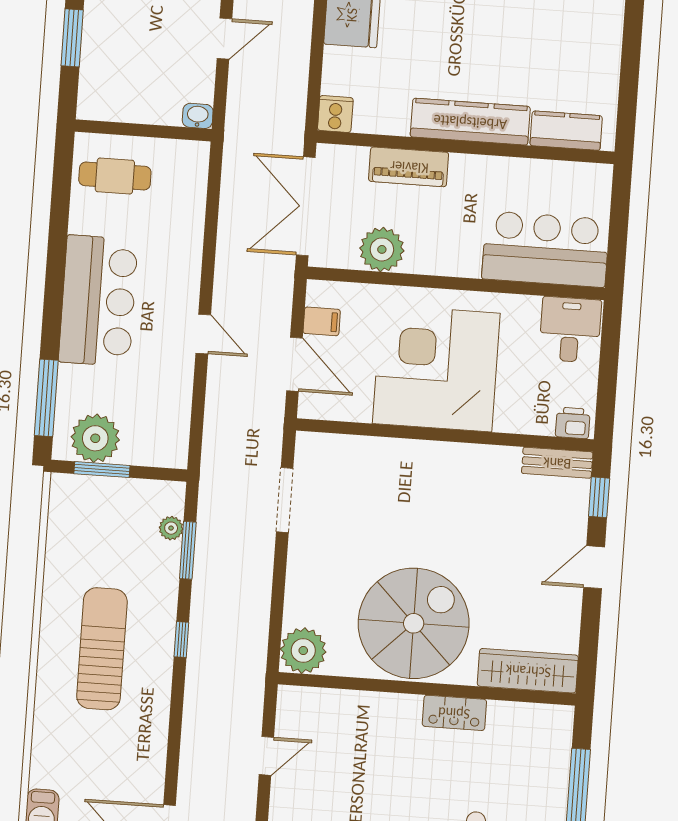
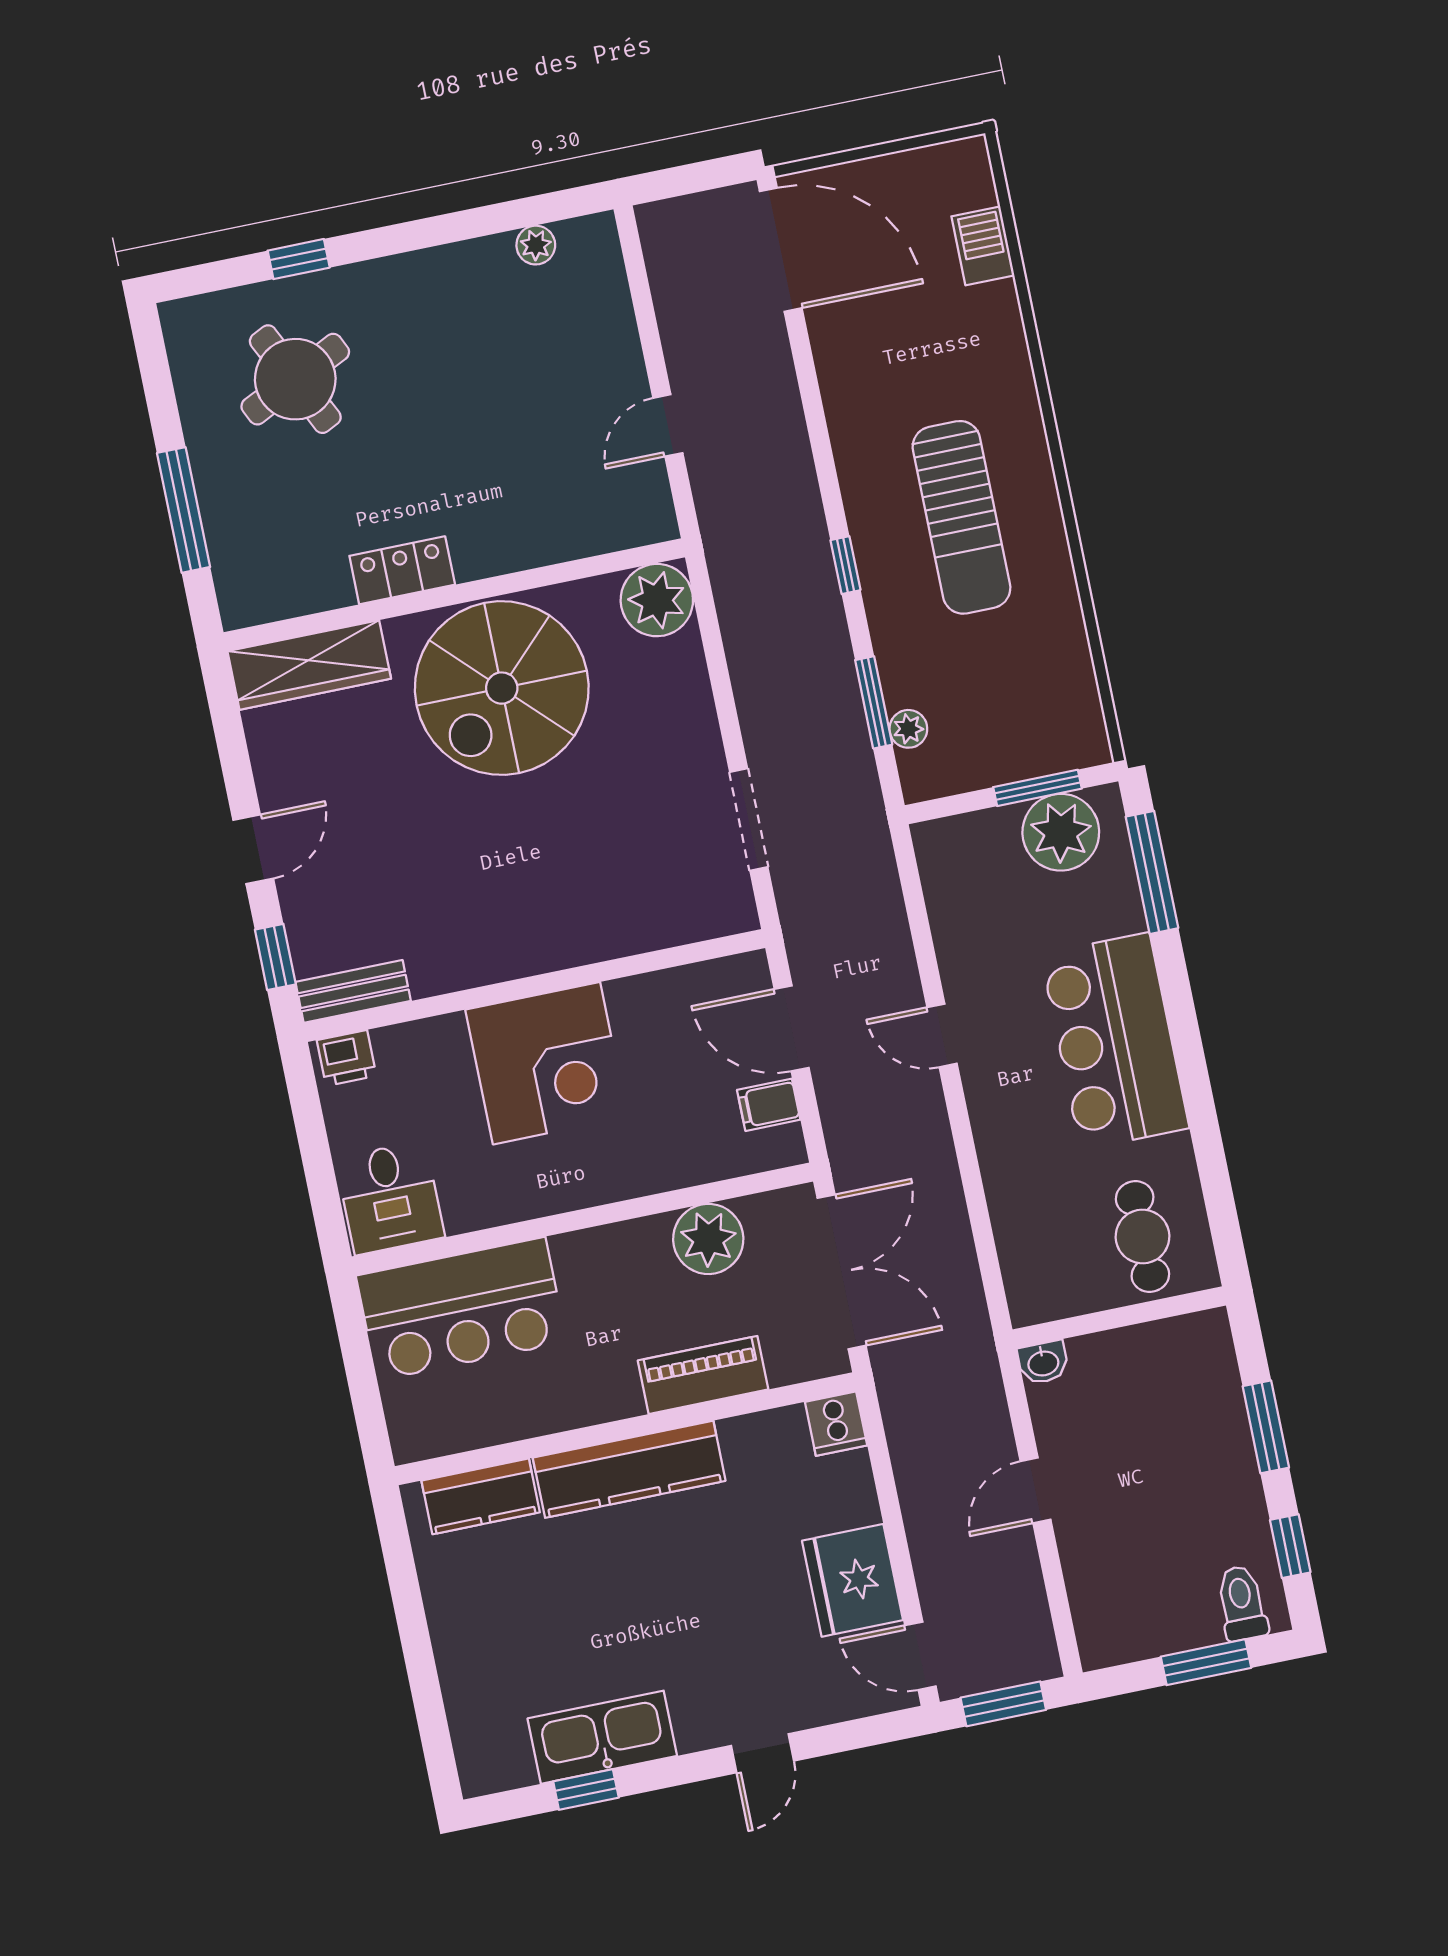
cafe table: (115, 176) -> (1143, 1237), turned 90
corner desk: (436, 368) -> (547, 1063), width x0.74, depth x0.74

